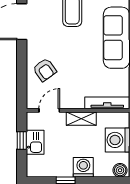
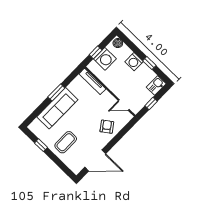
shelving: (81, 119) -> (112, 86), removed
kitchen sink: (35, 142) -> (156, 85), moved

